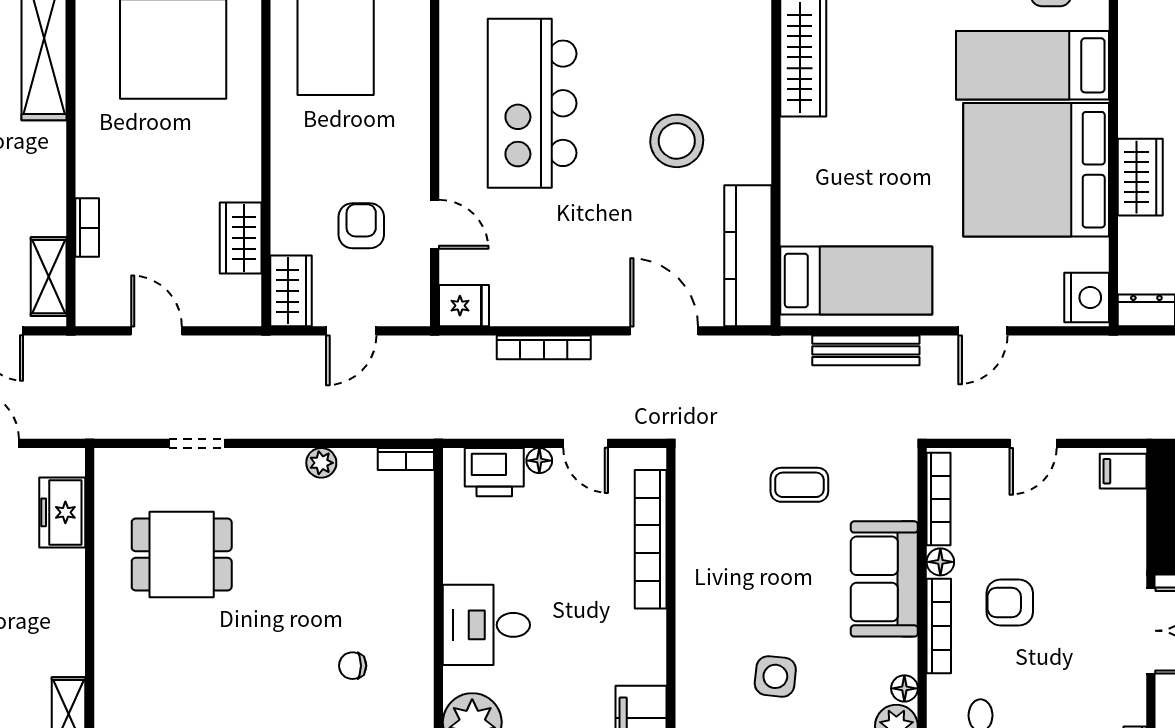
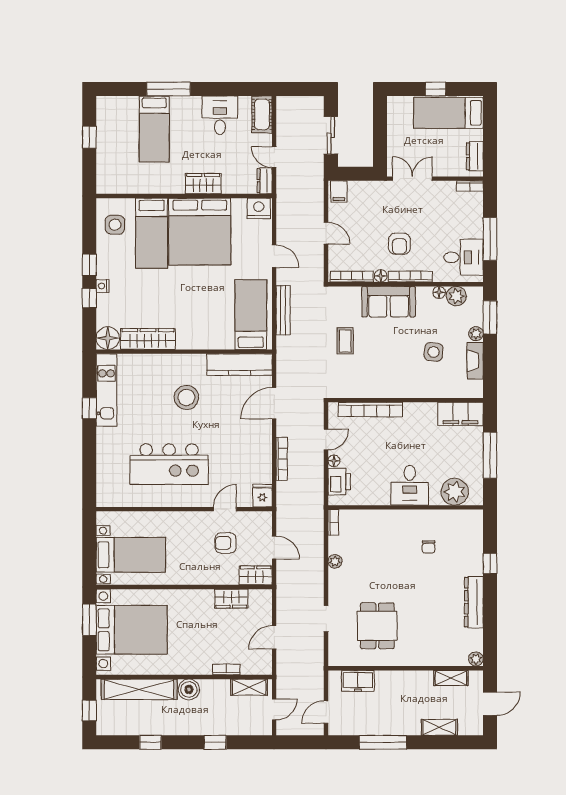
boiler: (44, 146) -> (189, 689), added

